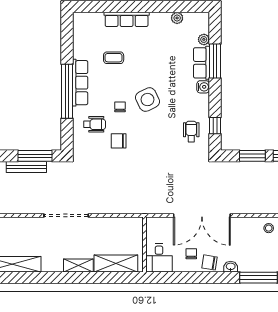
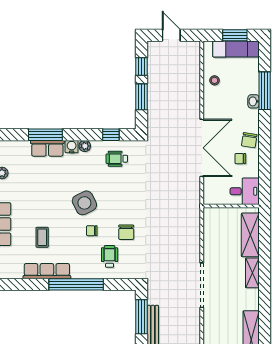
plant: (204, 39) -> (85, 146), moved
row of seats: (80, 83) -> (47, 271), moved
washbasin: (231, 267) -> (253, 101), moved

